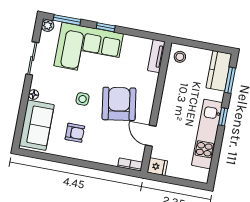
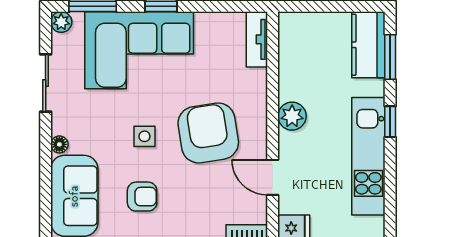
stool: (180, 57) -> (297, 33), removed
plant: (168, 103) -> (292, 116), added

